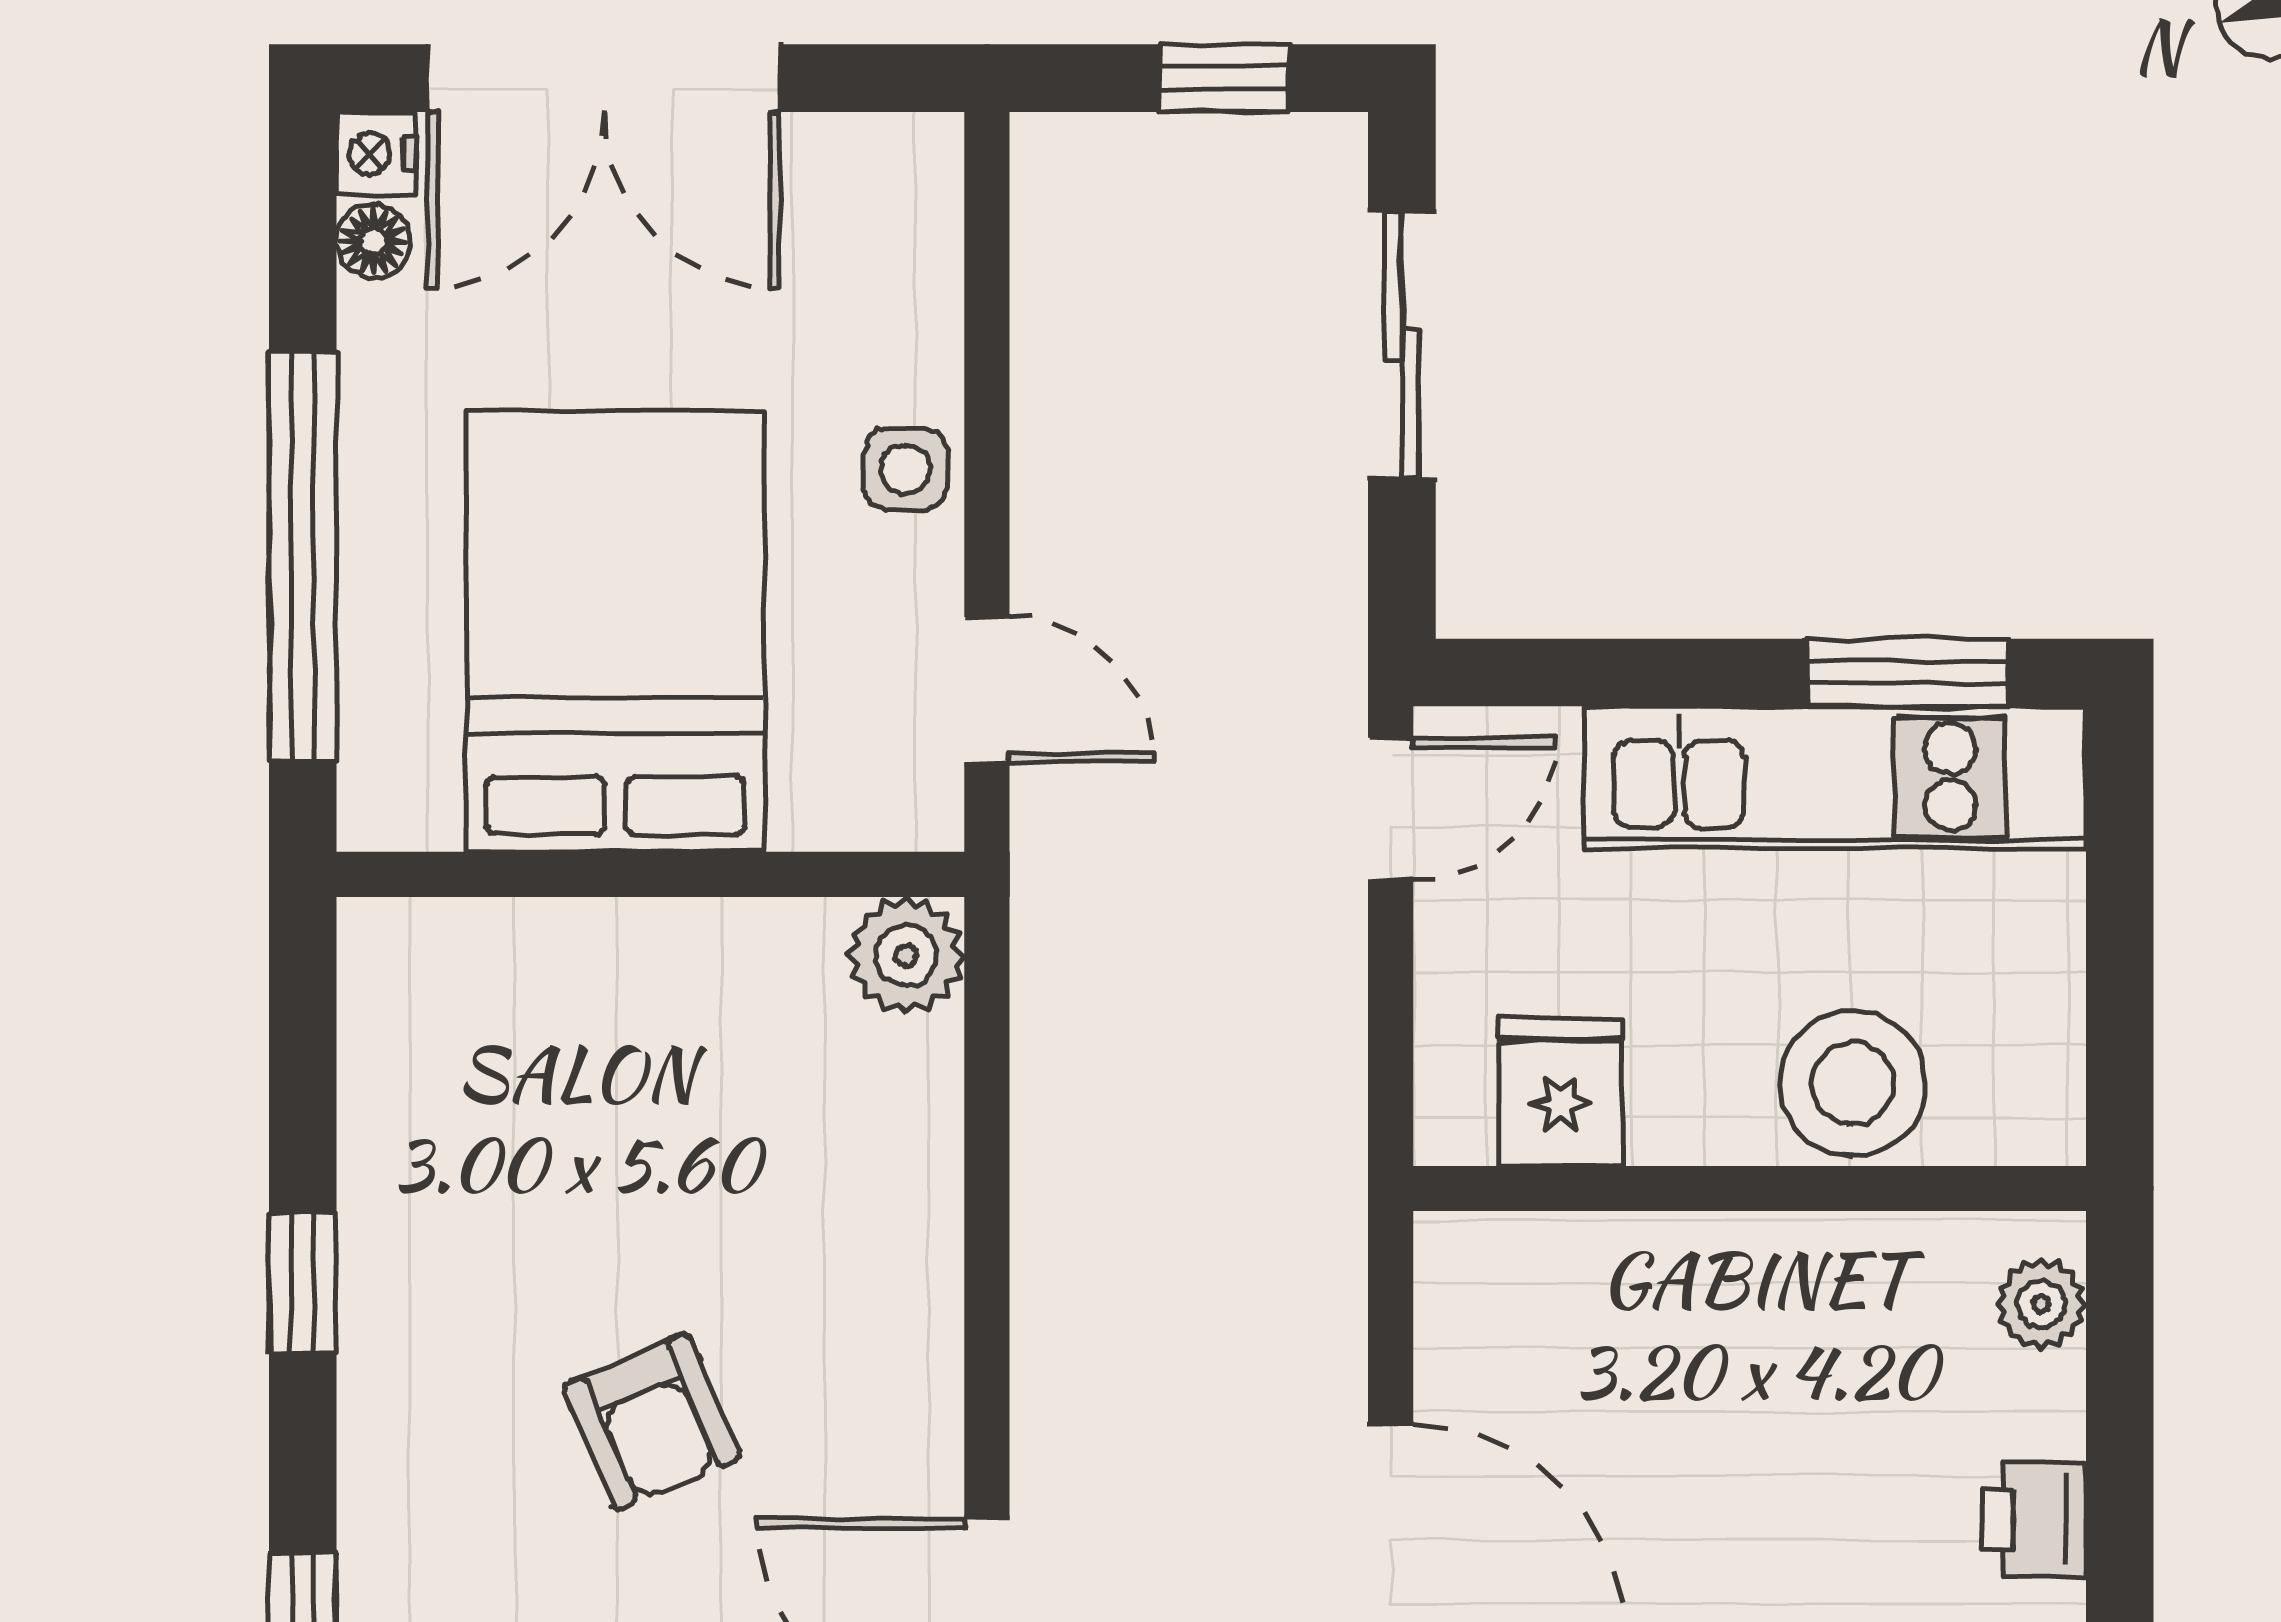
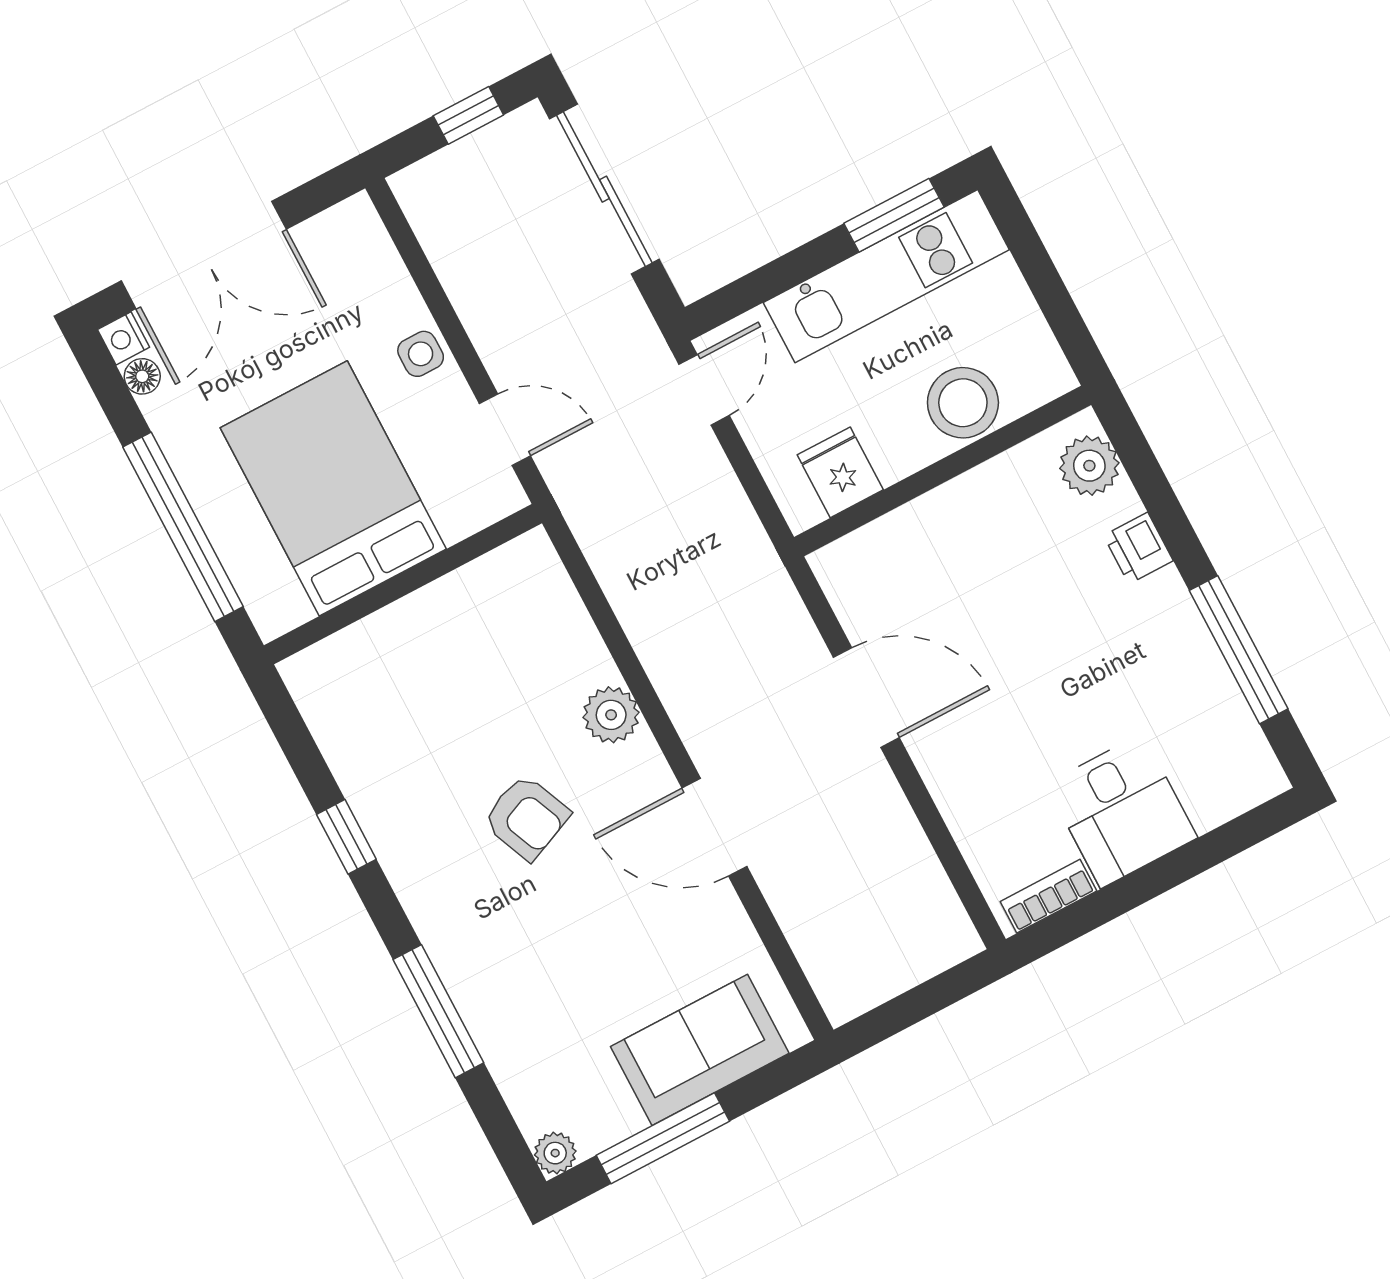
sliding door: (1402, 345) -> (604, 189), width x1.37
plant: (906, 955) -> (611, 715), moved
plant: (2041, 1304) -> (1089, 466), width x1.38, depth x1.38

